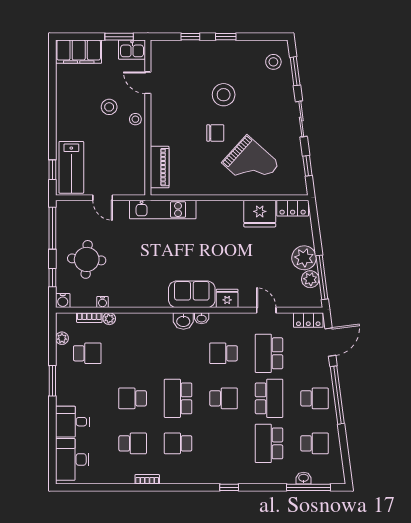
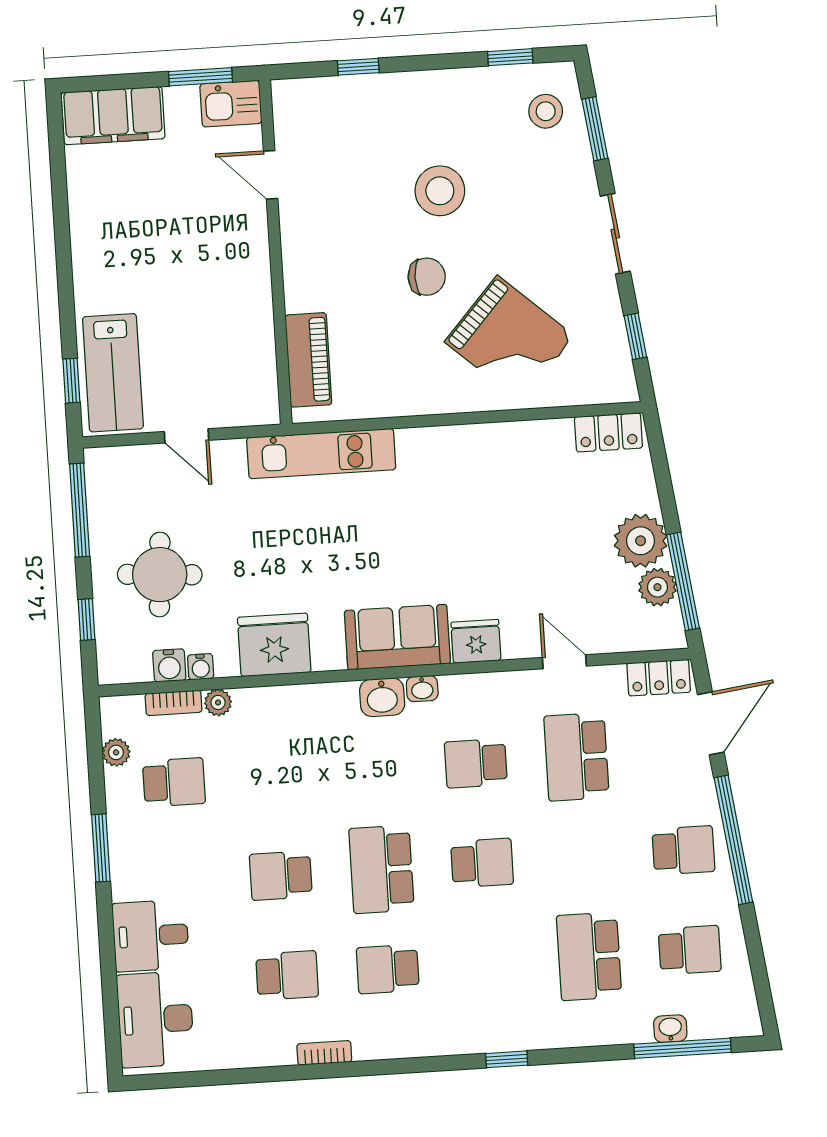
window: (226, 37) -> (510, 57), moved
stool: (109, 107) -> (188, 234), removed
stool: (135, 119) -> (248, 257), removed
fridge: (260, 214) -> (274, 645), moved, turned 180
water cooler: (63, 301) -> (169, 665), moved
school desk: (269, 398) -> (583, 857), removed

